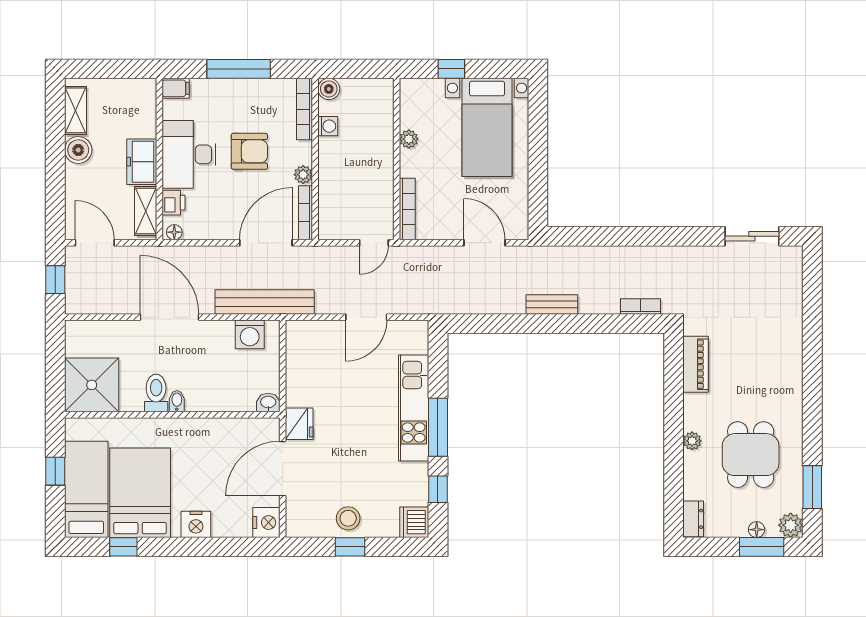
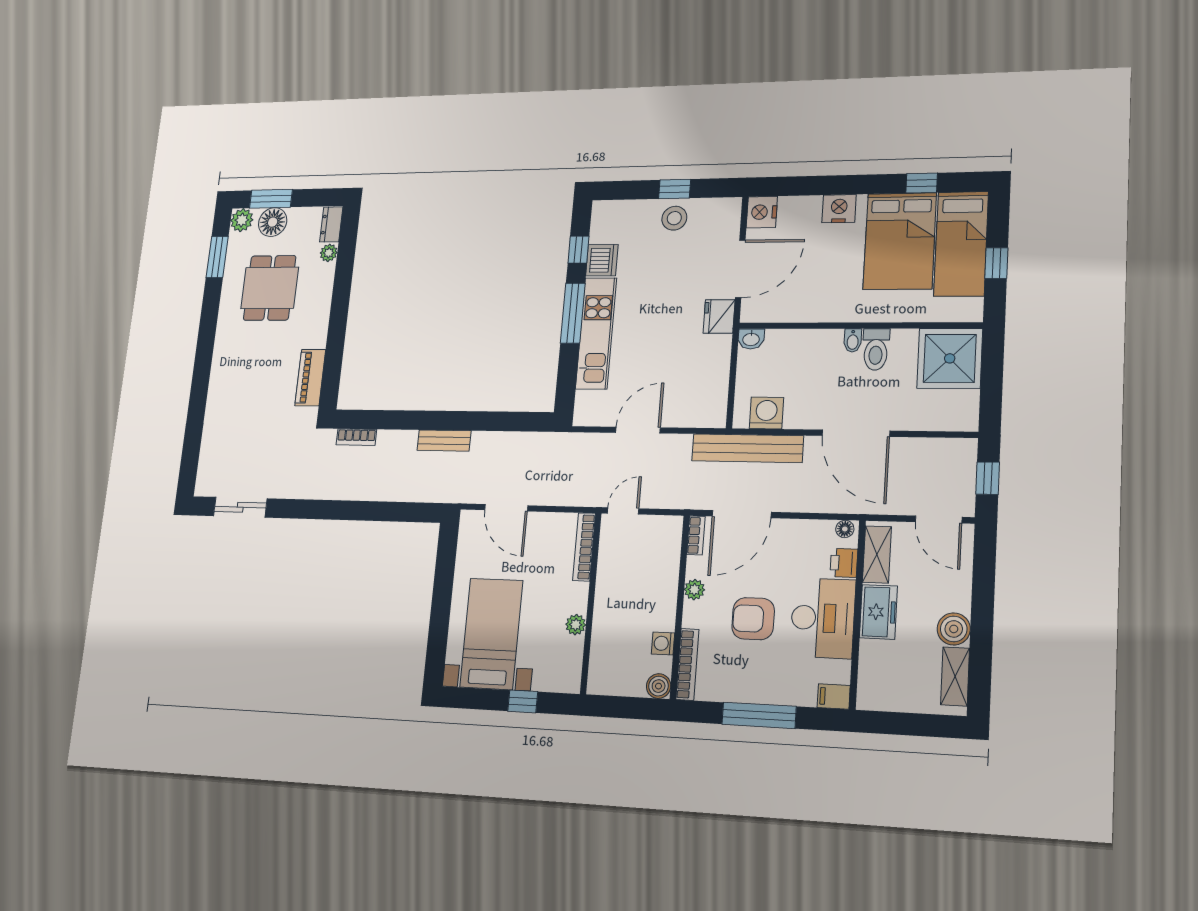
bookcase: (305, 213) -> (696, 535), width x0.64
plant: (692, 441) -> (329, 253), moved
dishwasher: (414, 522) -> (602, 260), moved
floor lamp: (757, 530) -> (273, 222), width x1.89, depth x1.89

